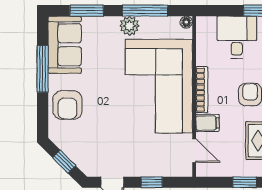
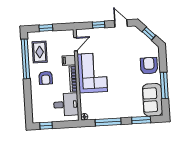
plant: (130, 26) -> (116, 113), removed
desk: (237, 37) -> (66, 105), moved, turned -90
corner sofa: (159, 86) -> (92, 73), width x0.73, depth x0.74
door: (194, 151) -> (76, 44), swing flipped

